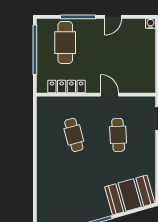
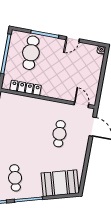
door: (109, 95) -> (81, 105), moved
cafe table: (74, 135) -> (15, 178), moved

